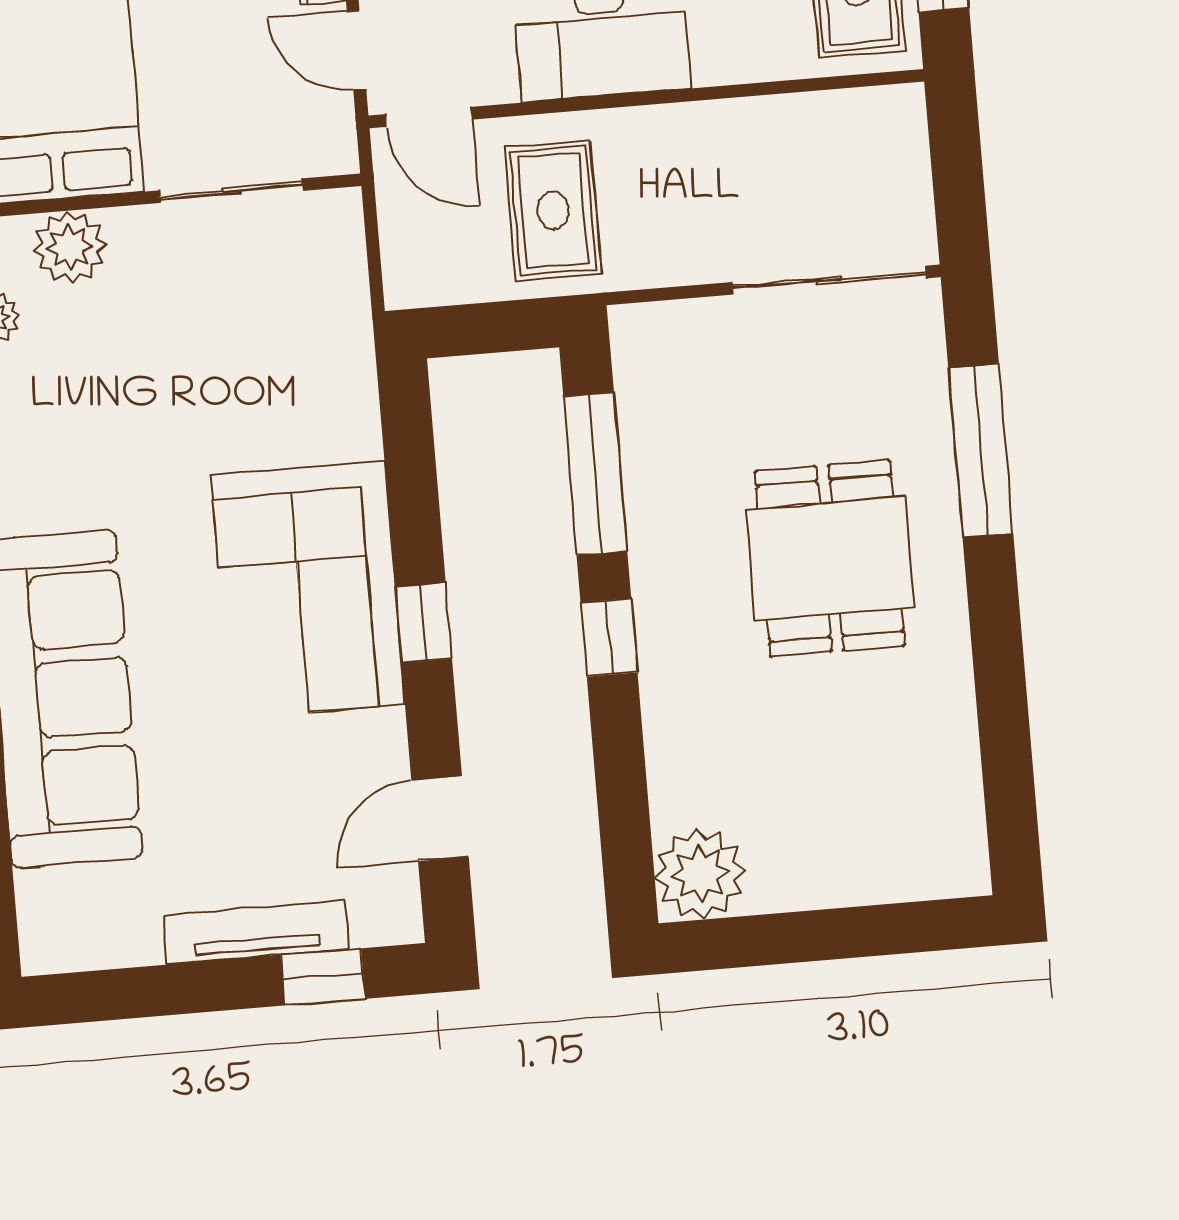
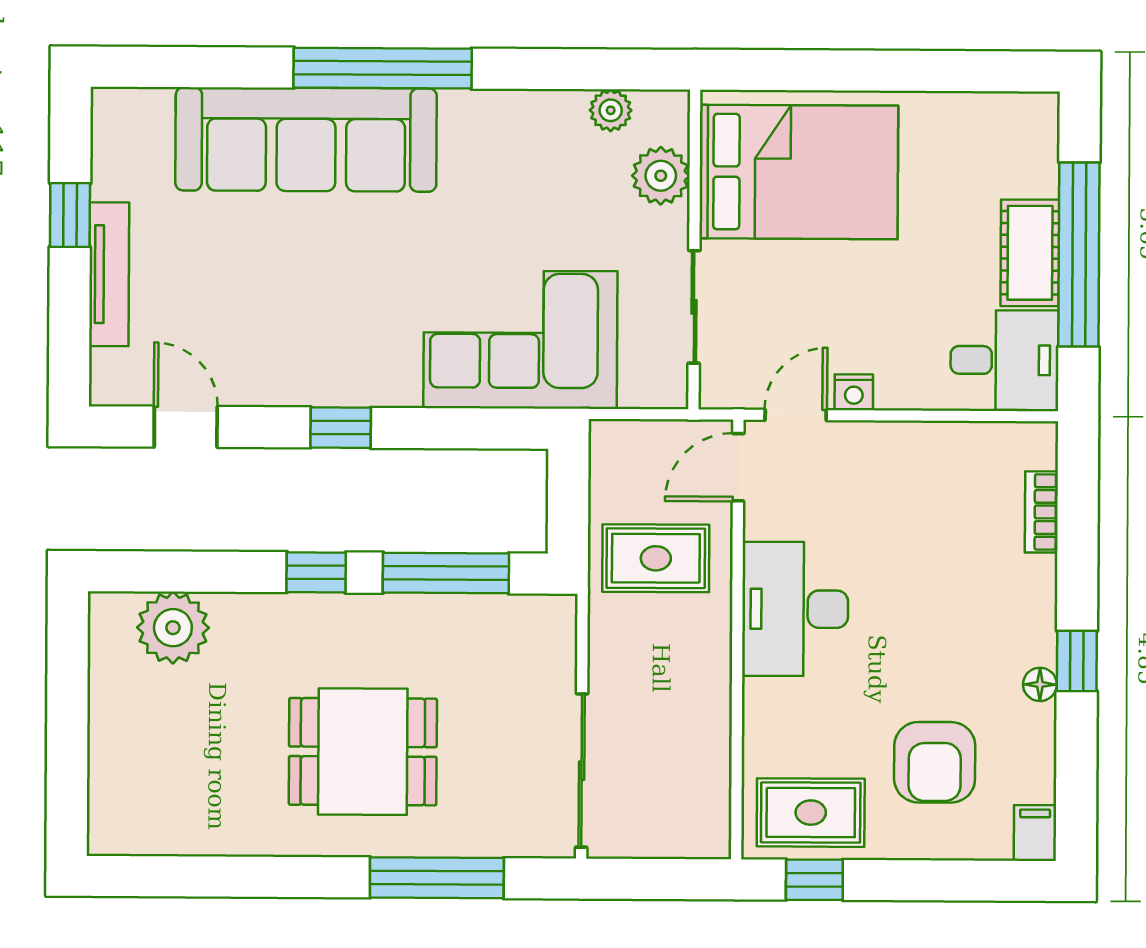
corner sofa: (308, 590) -> (520, 340), moved
plant: (700, 874) -> (173, 628), moved
window: (323, 977) -> (70, 215), moved

